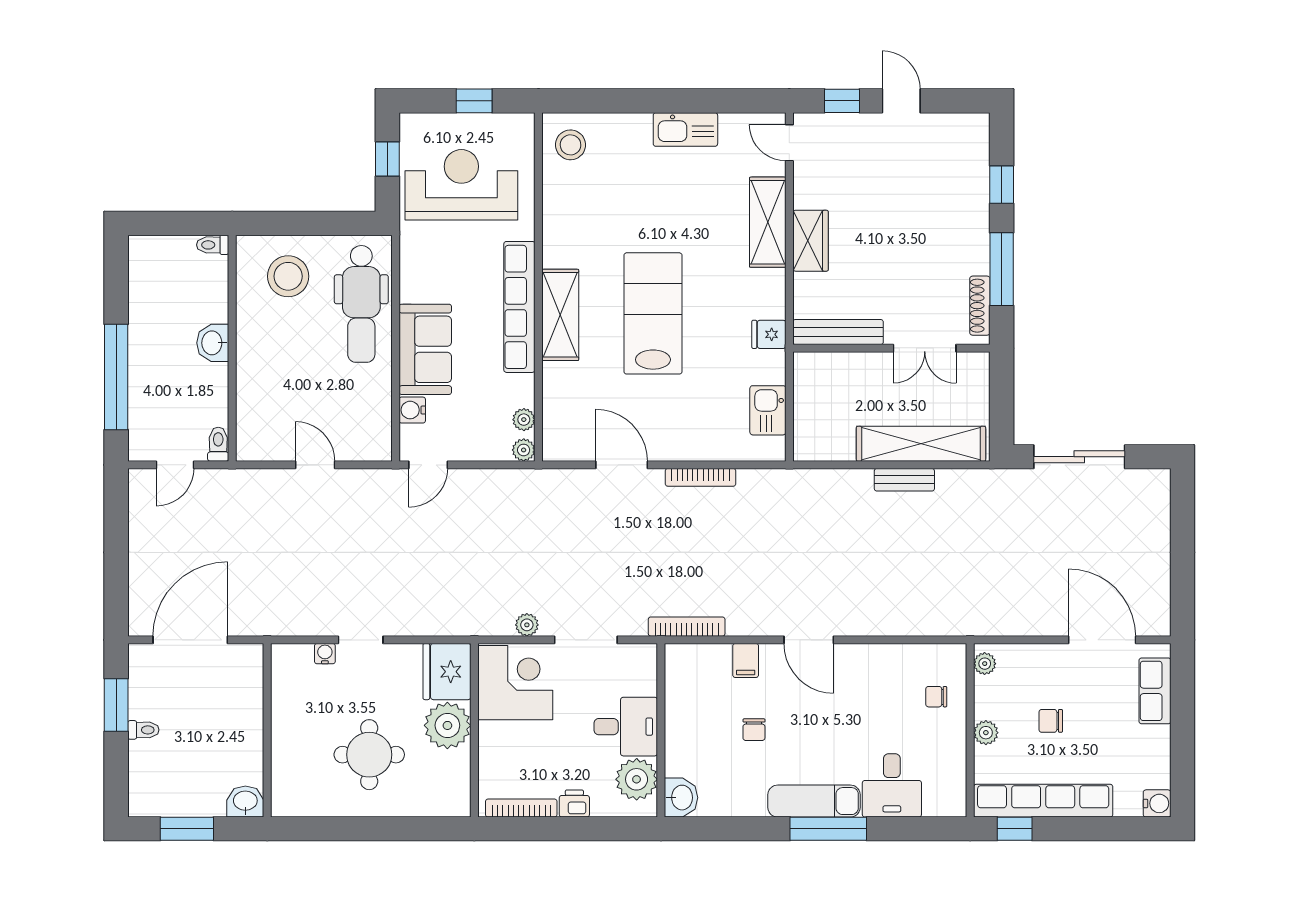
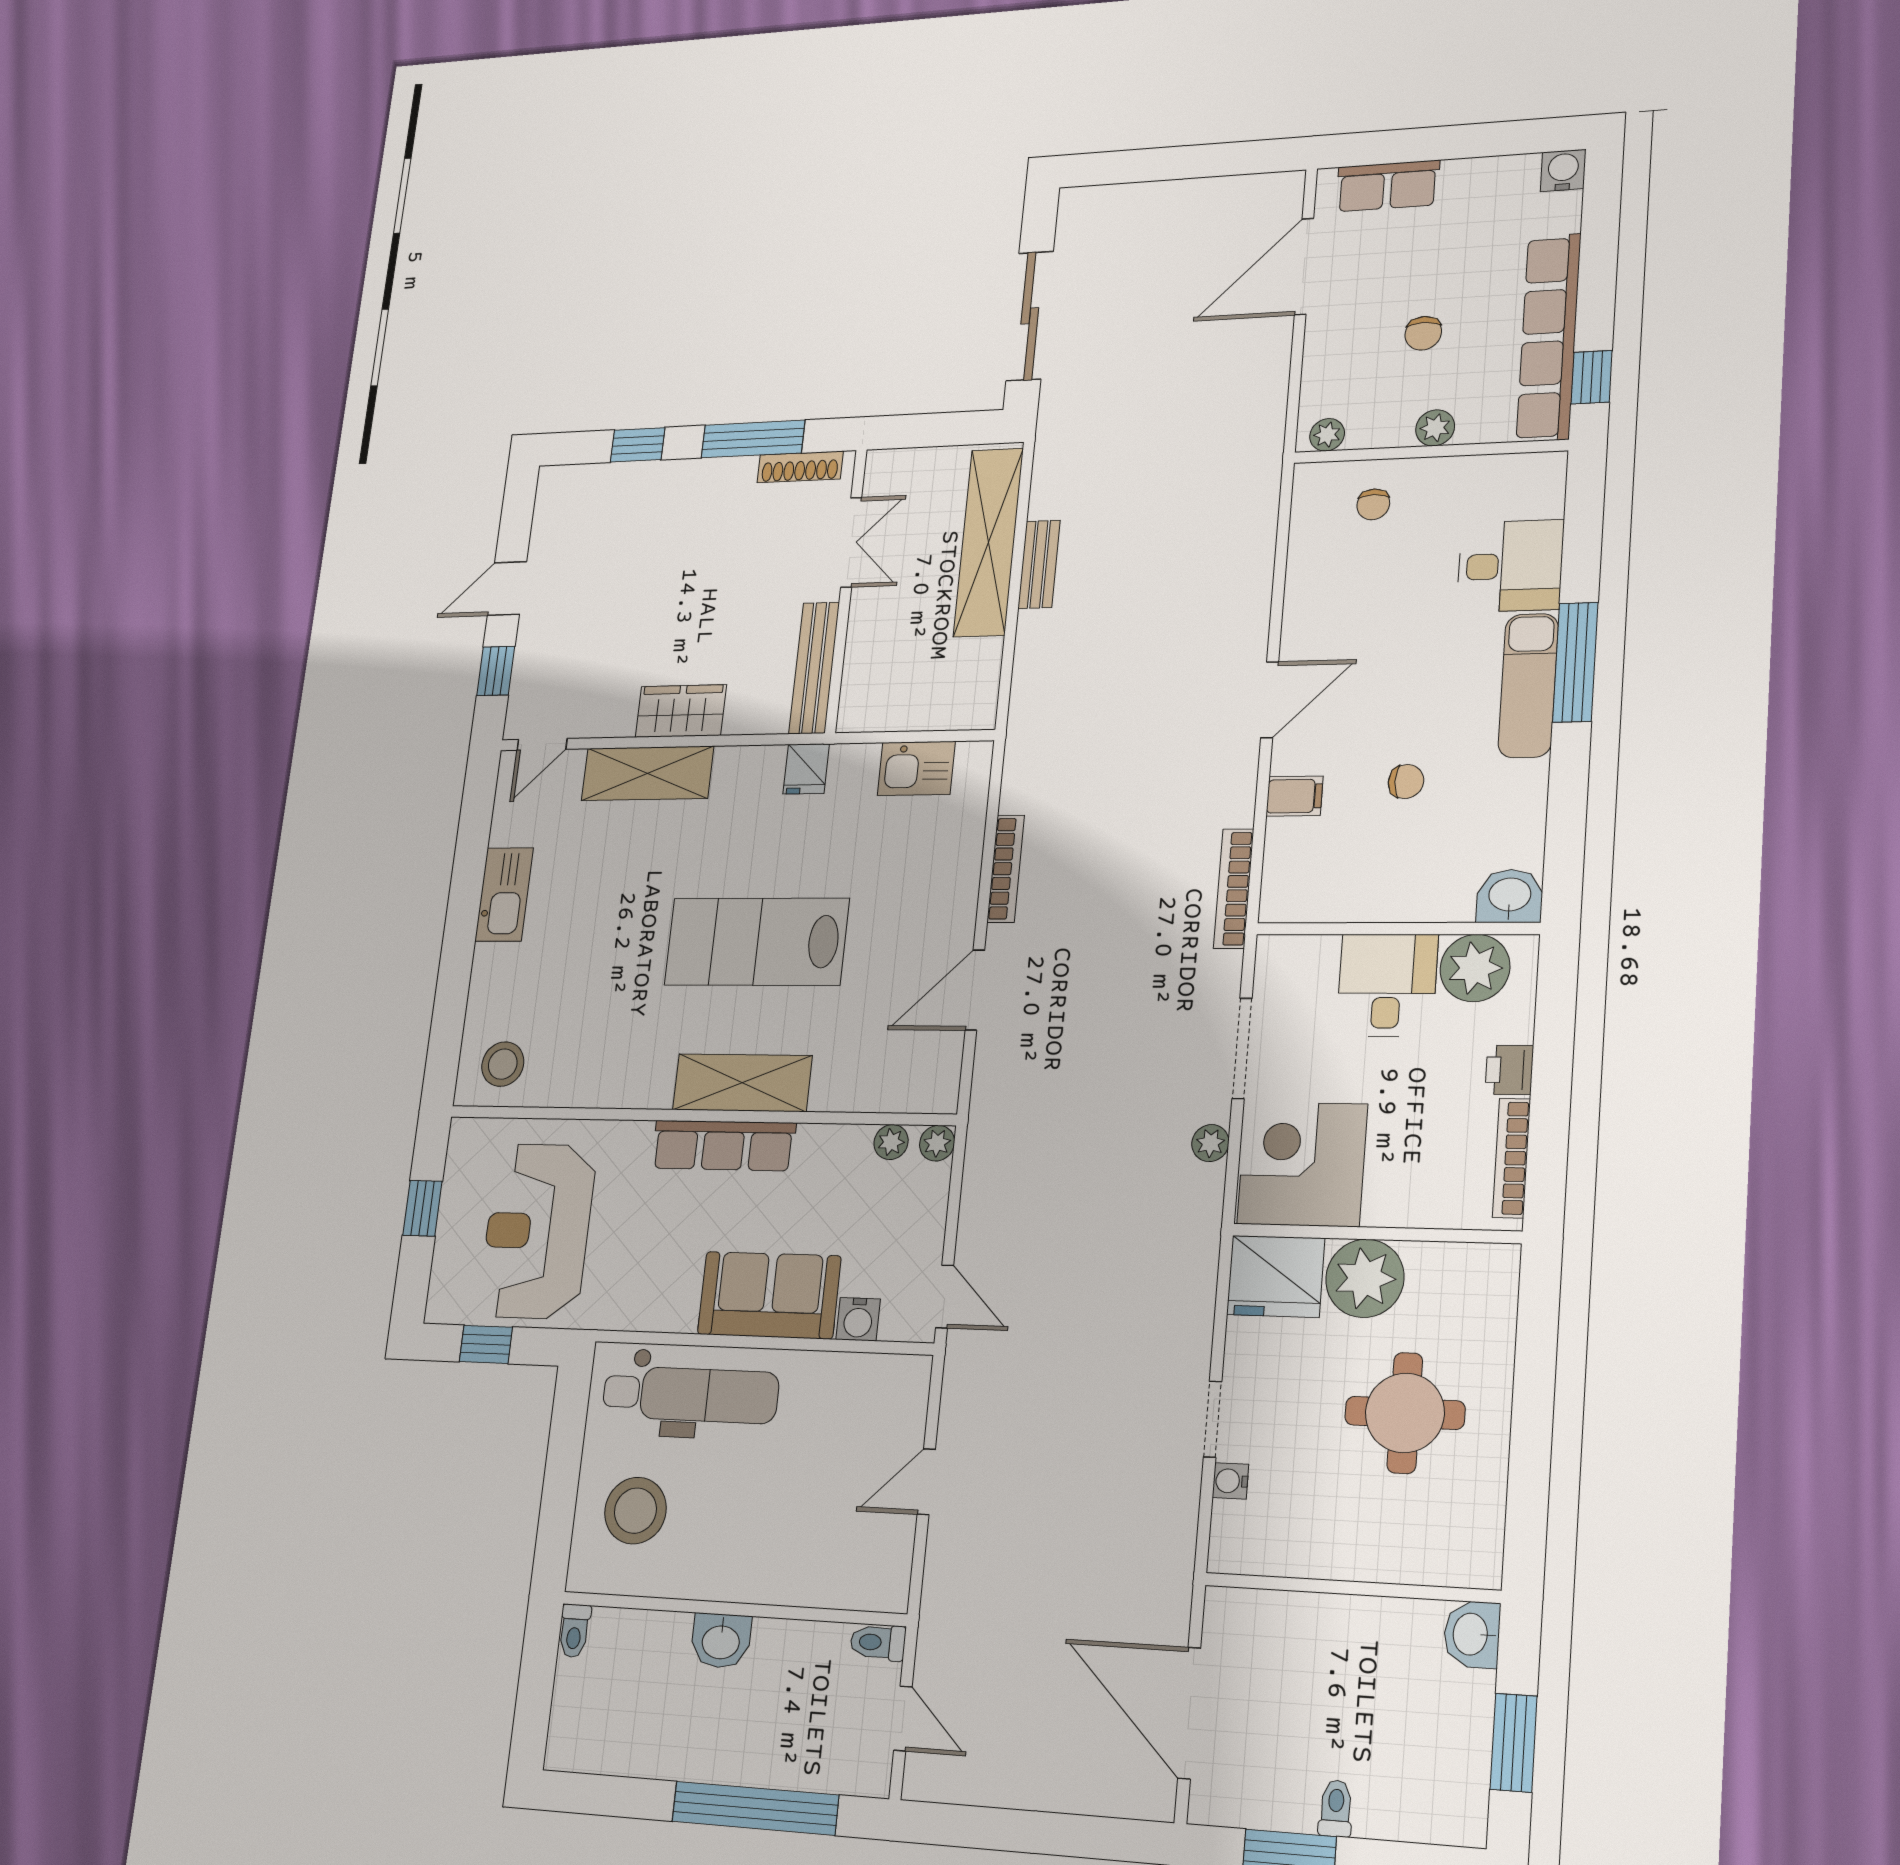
row of seats: (519, 307) -> (723, 1146), width x0.73

